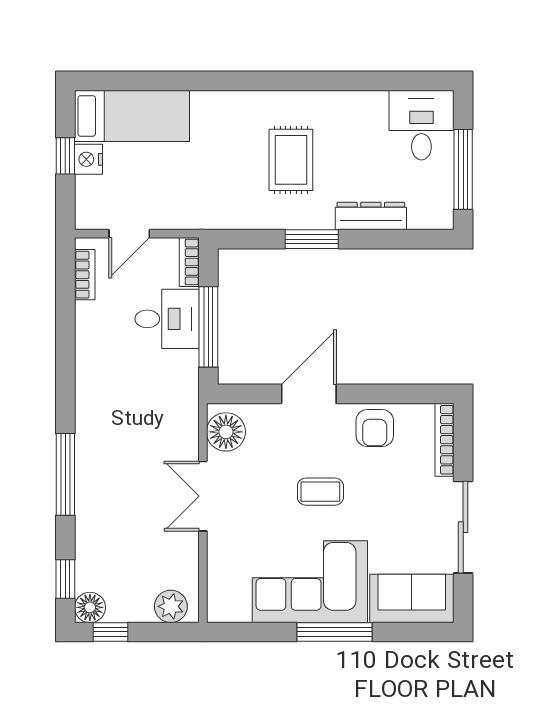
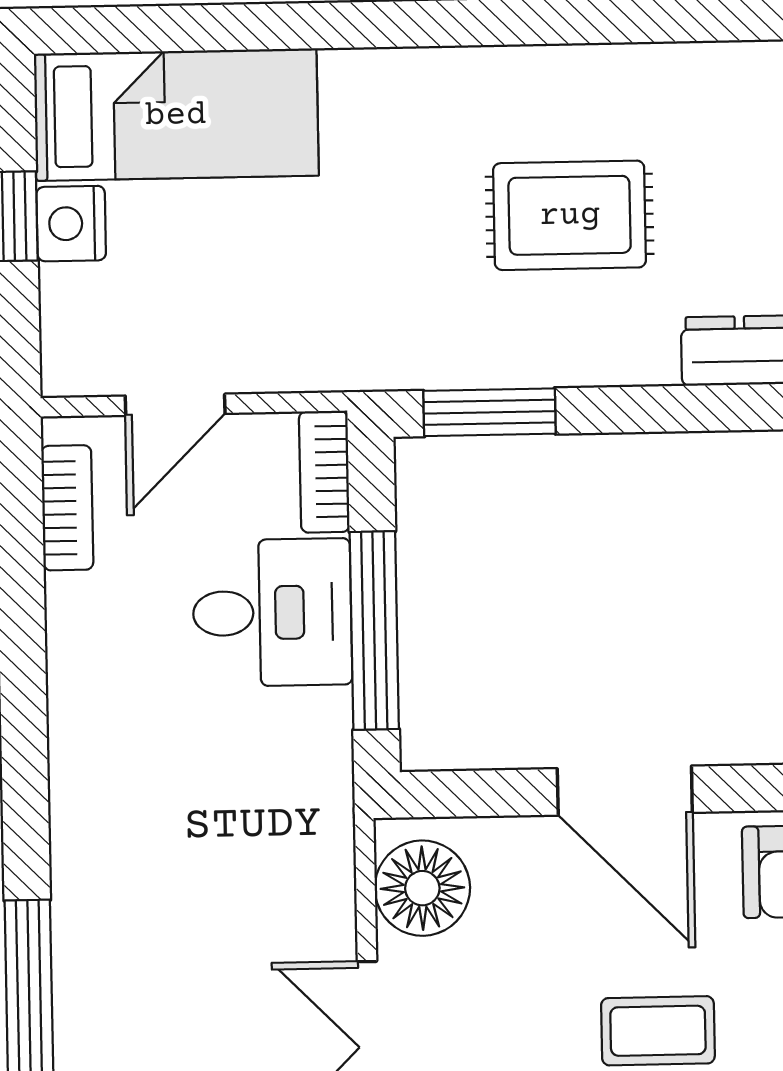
rug: (291, 160) -> (570, 215), turned 90
window: (312, 239) -> (490, 412), moved
door: (309, 394) -> (625, 791), swing flipped

